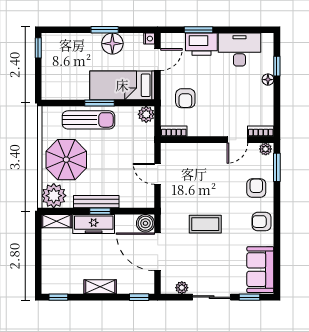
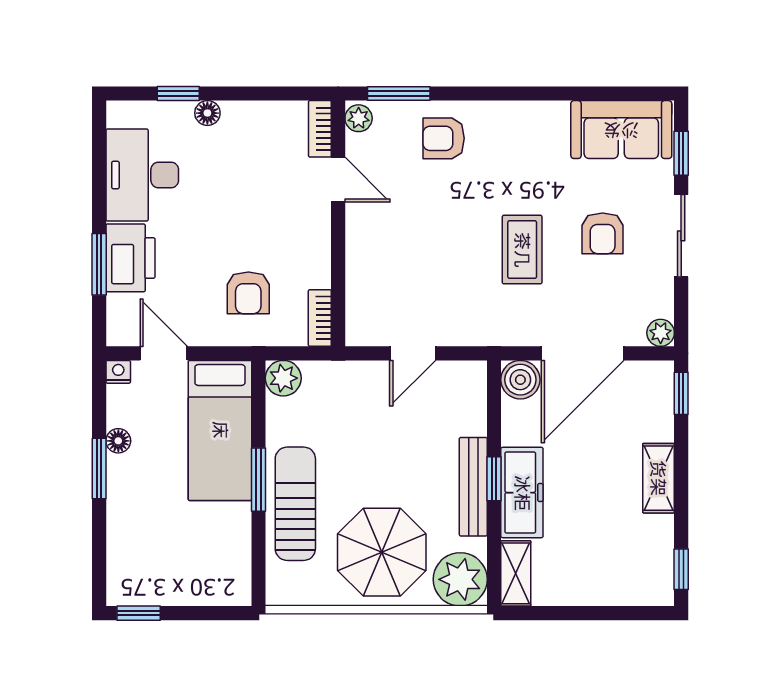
floor lamp: (112, 44) -> (118, 441), width x0.53, depth x0.53
armchair: (185, 98) -> (248, 293), turned 90
armchair: (262, 222) -> (603, 233), moved
plant: (182, 288) -> (661, 333), moved

